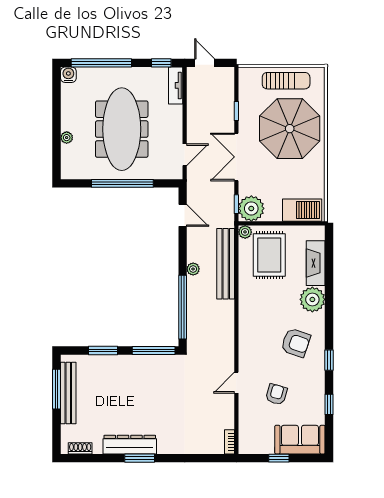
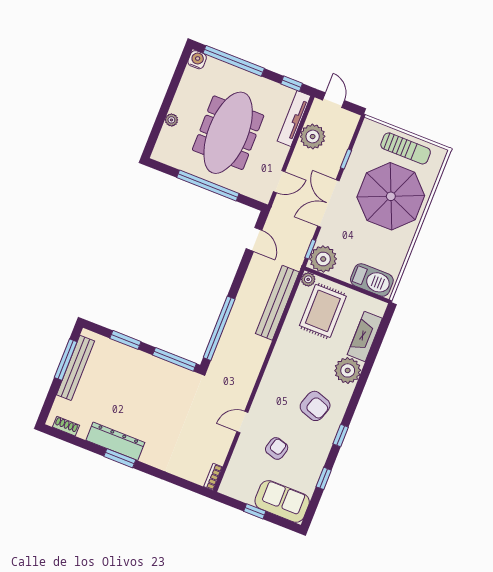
tv unit: (176, 85) -> (294, 118), width x1.41
plant: (193, 269) -> (313, 137), moved, width x1.88, depth x1.88

